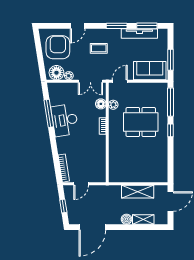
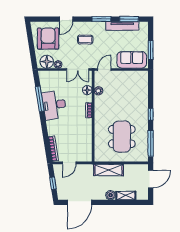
window: (170, 102) -> (151, 143), moved
dining table: (141, 122) -> (122, 137), moved, turned 90
shelving: (138, 192) -> (109, 170), moved

